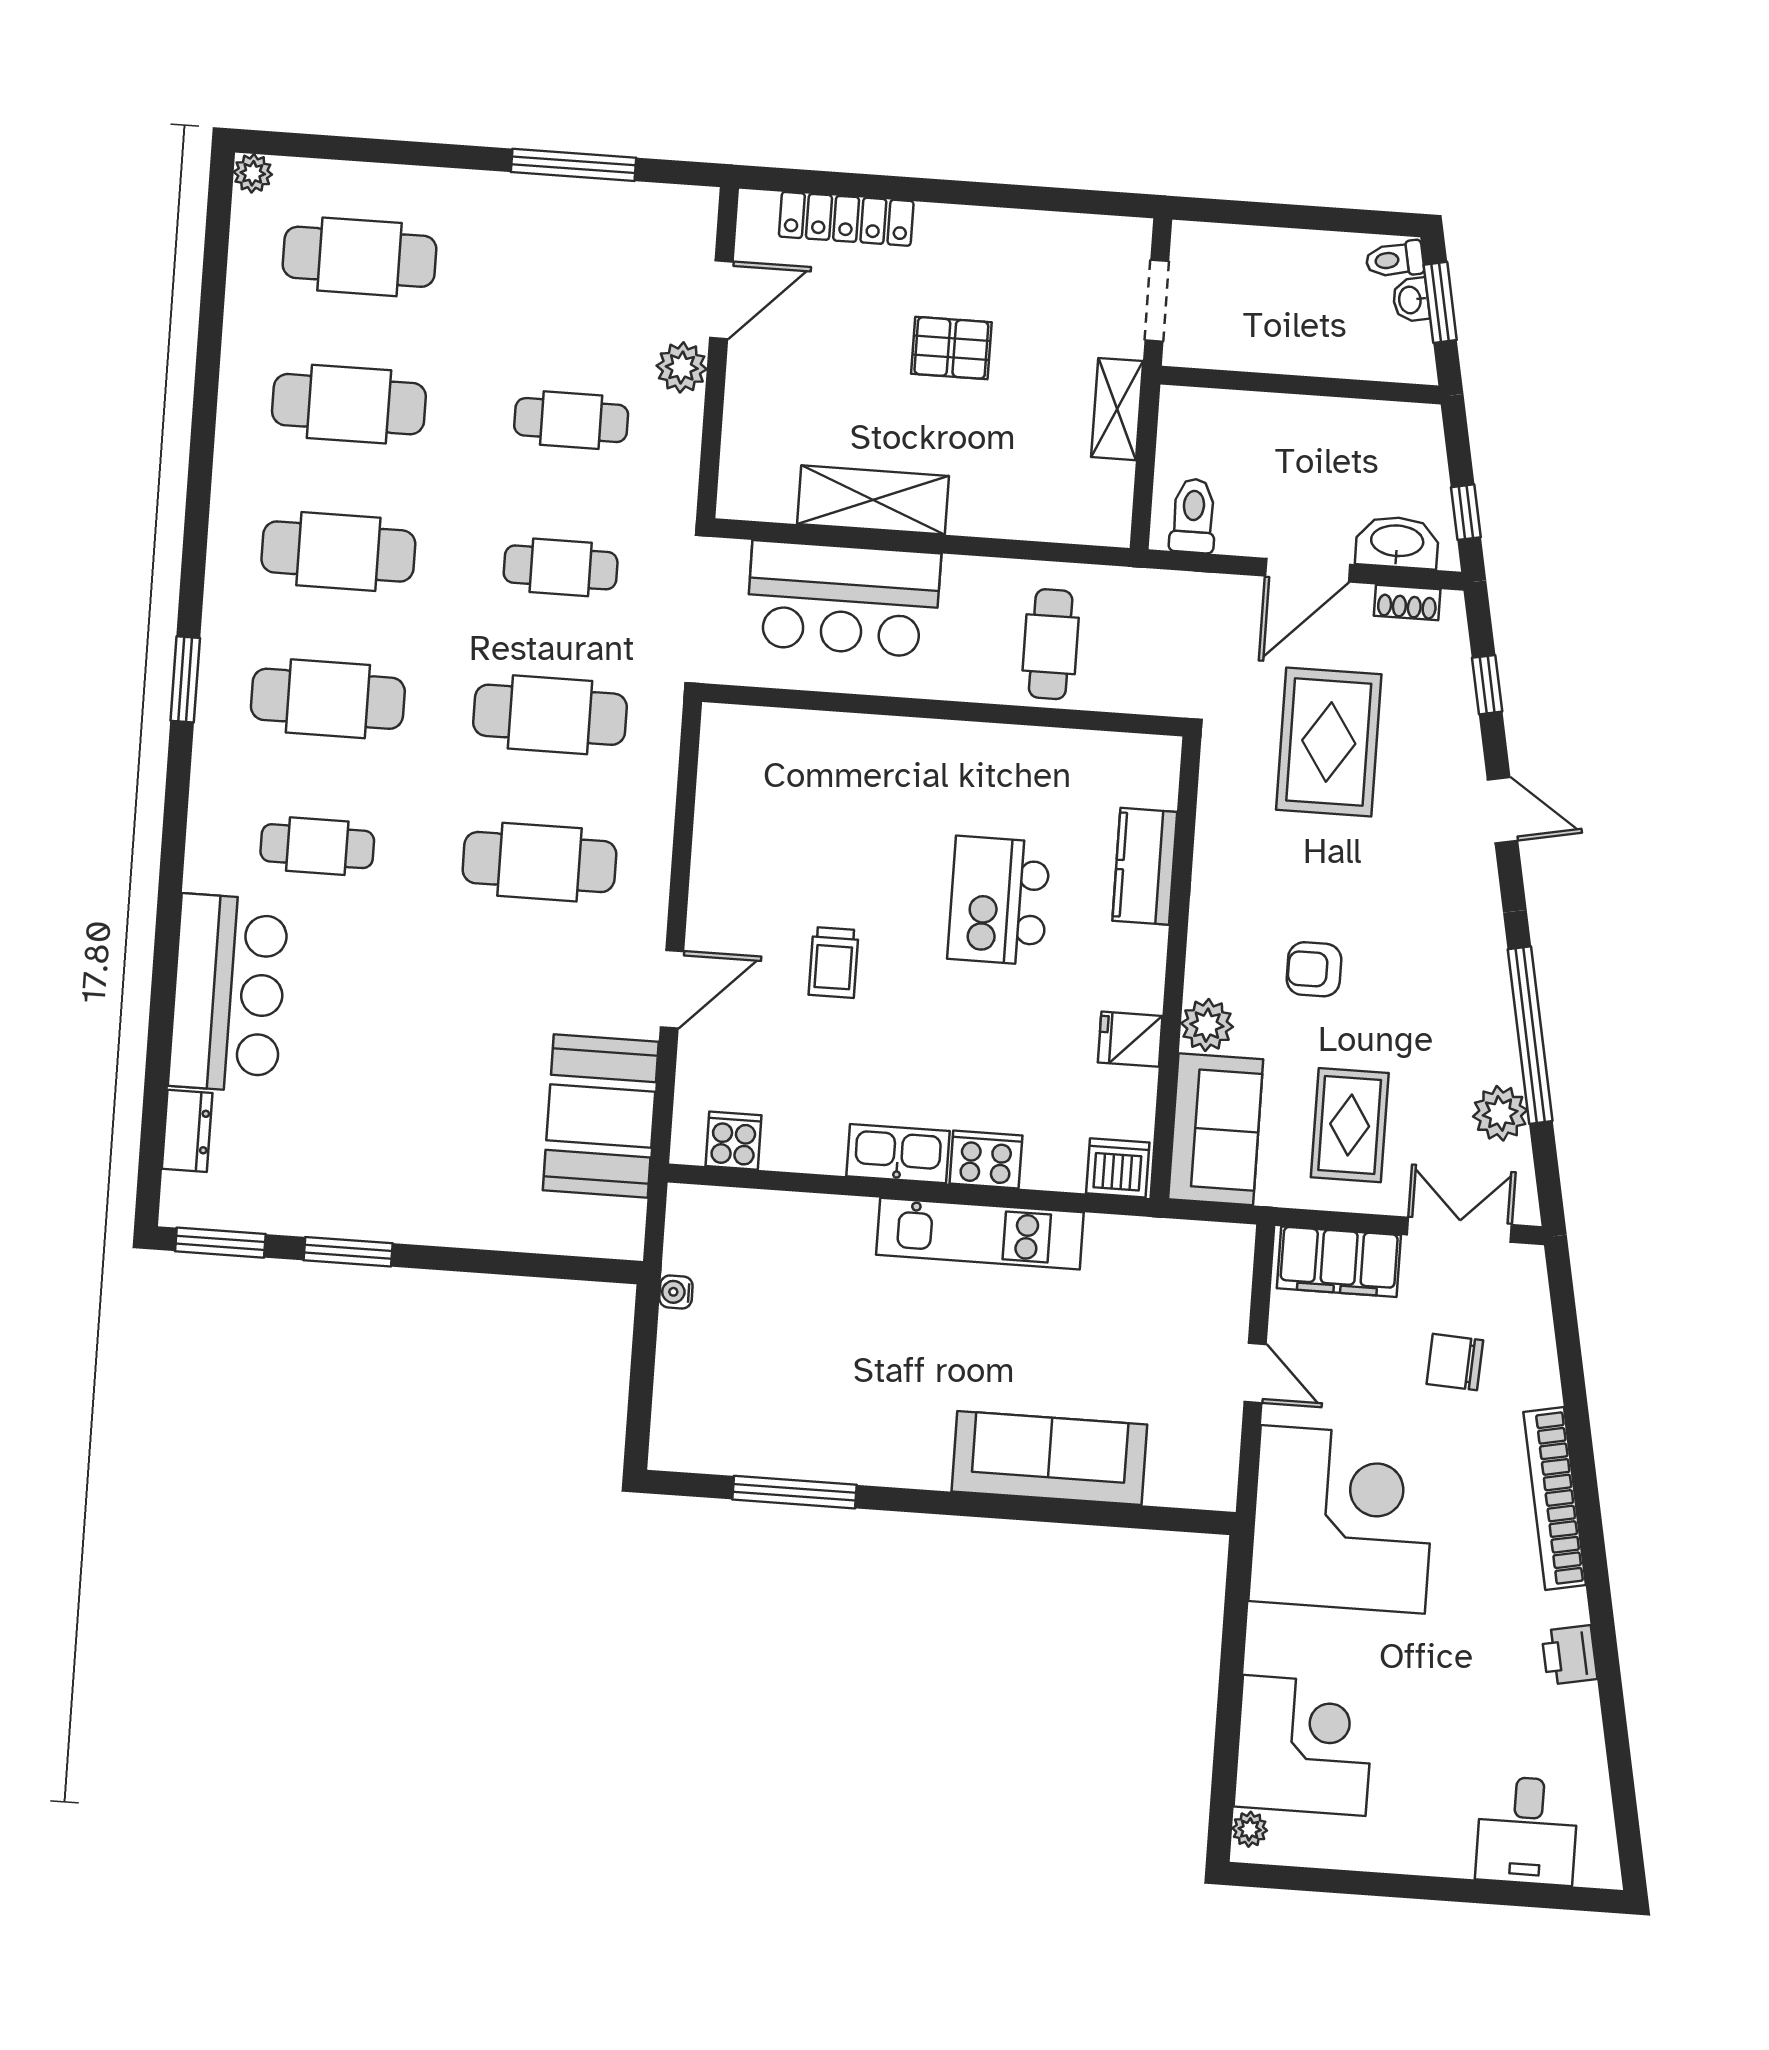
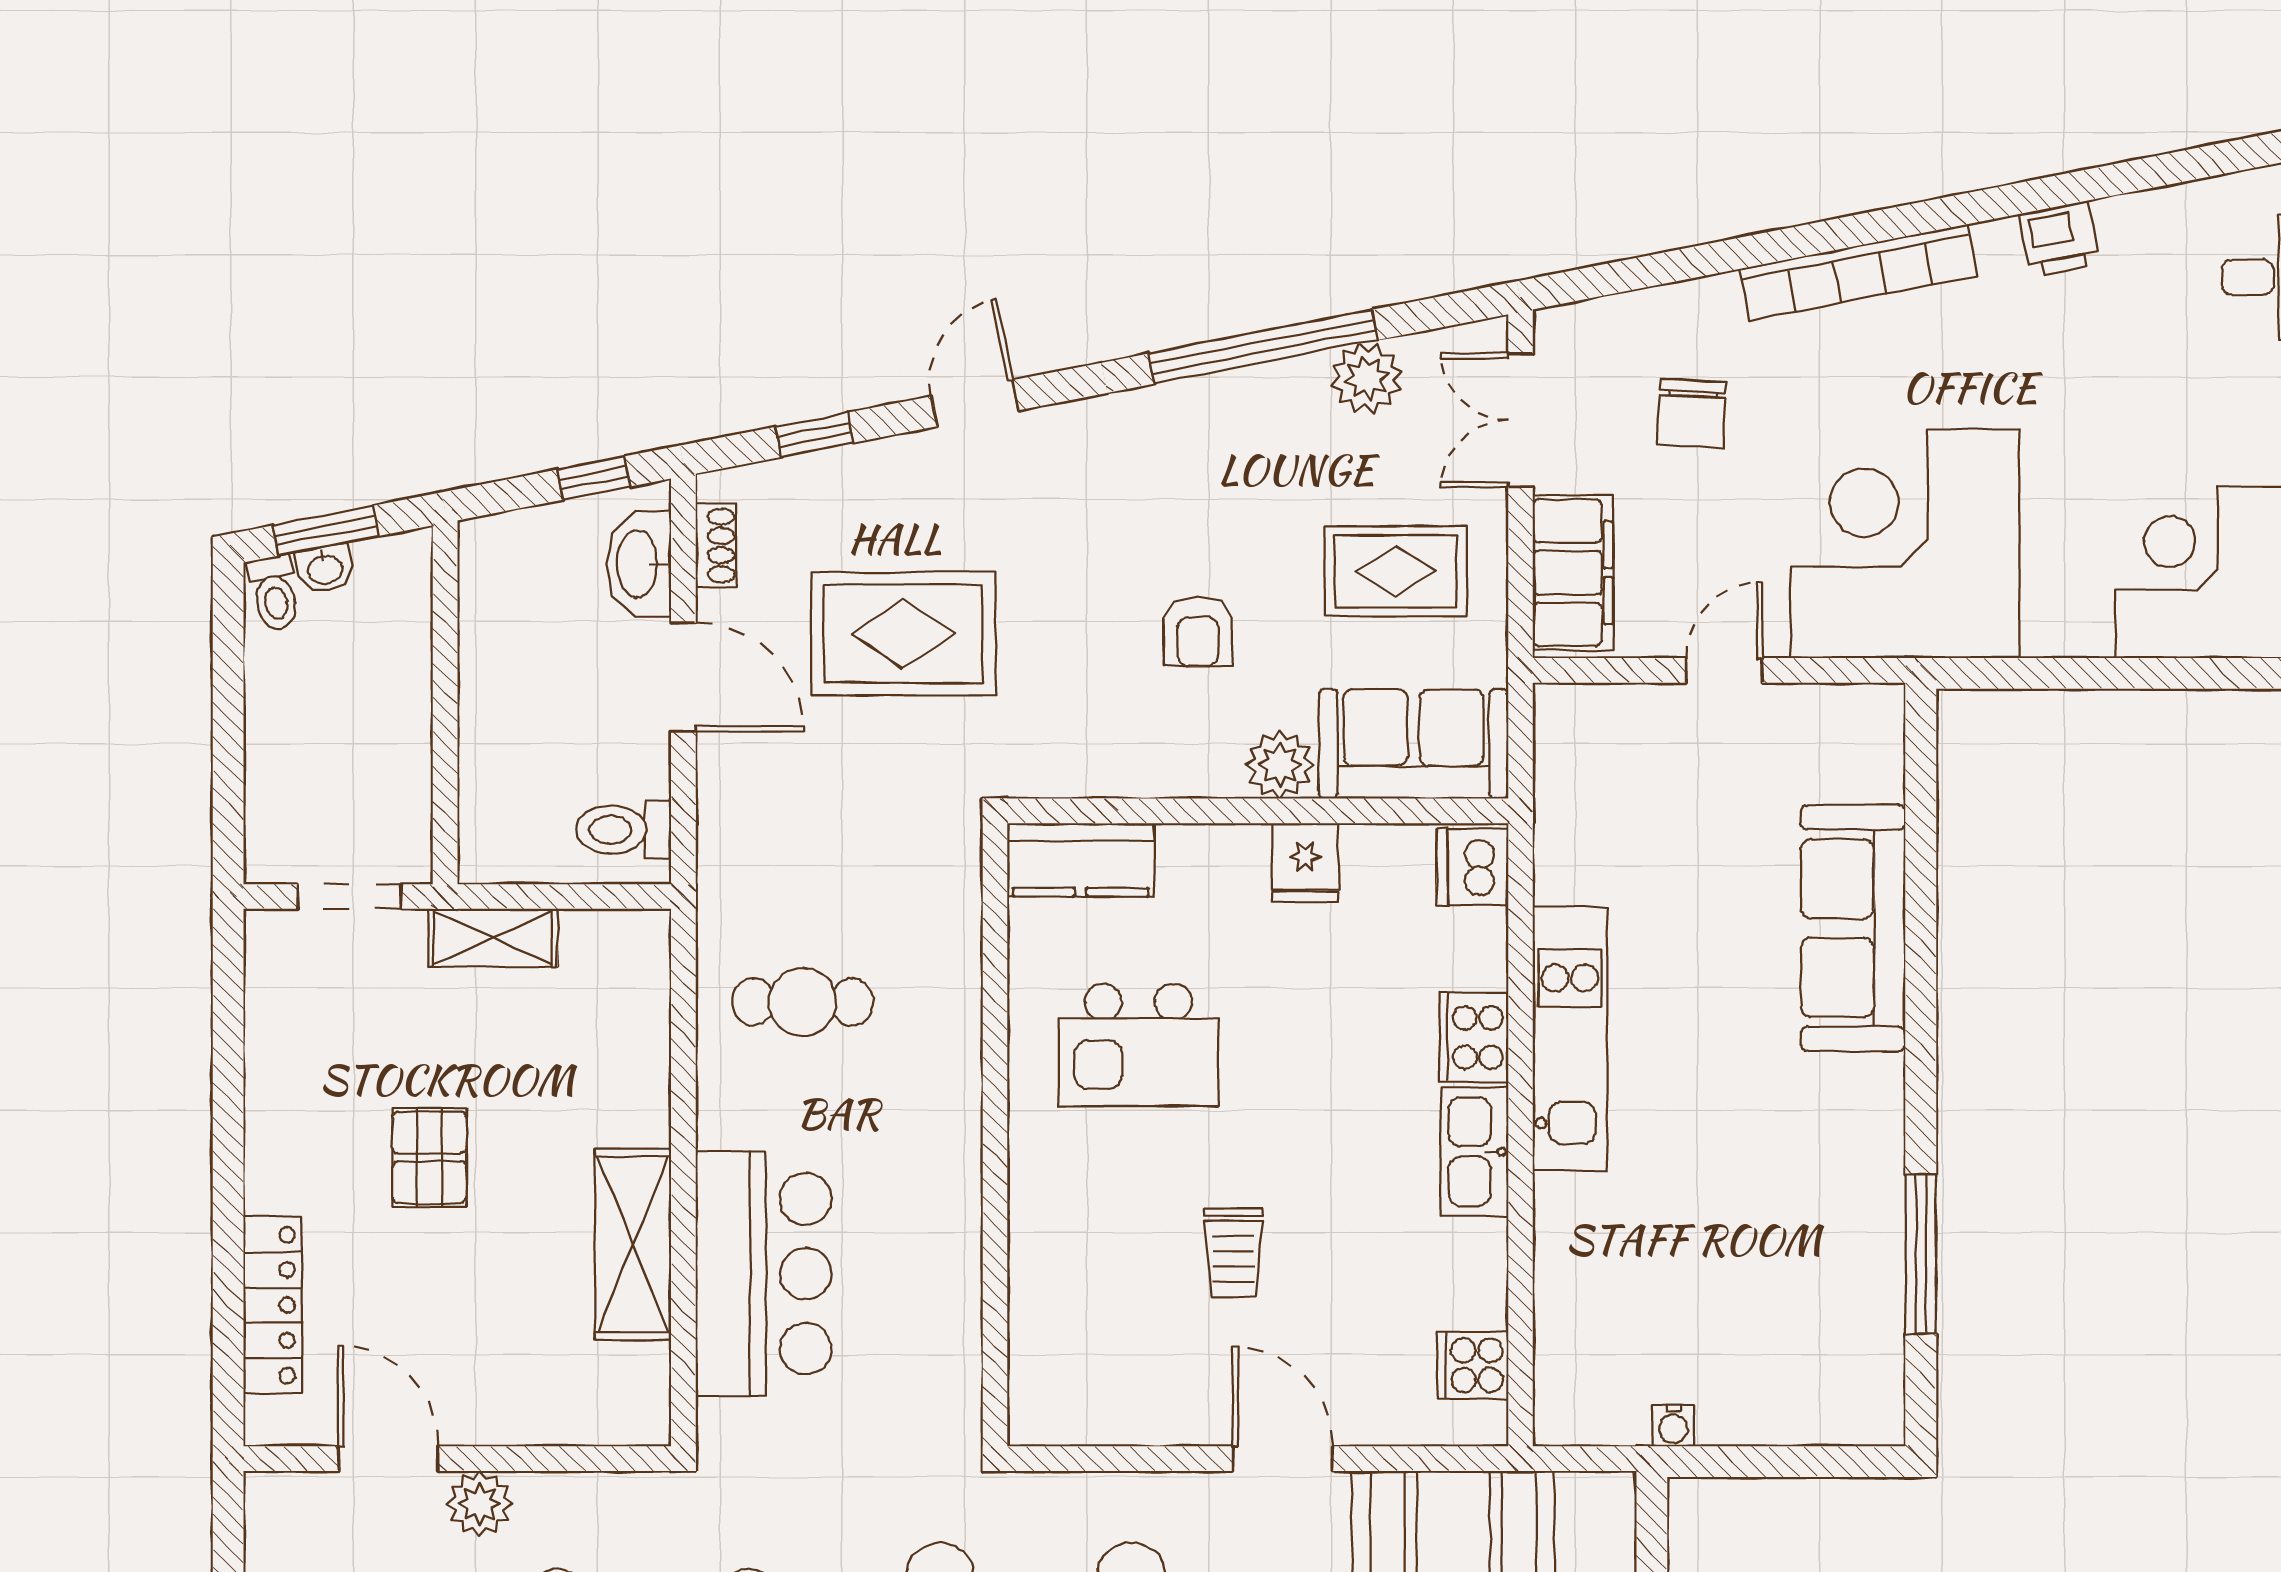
wall: (943, 710) -> (995, 1135), moved
trolley: (834, 962) -> (1233, 1253), turned 90

